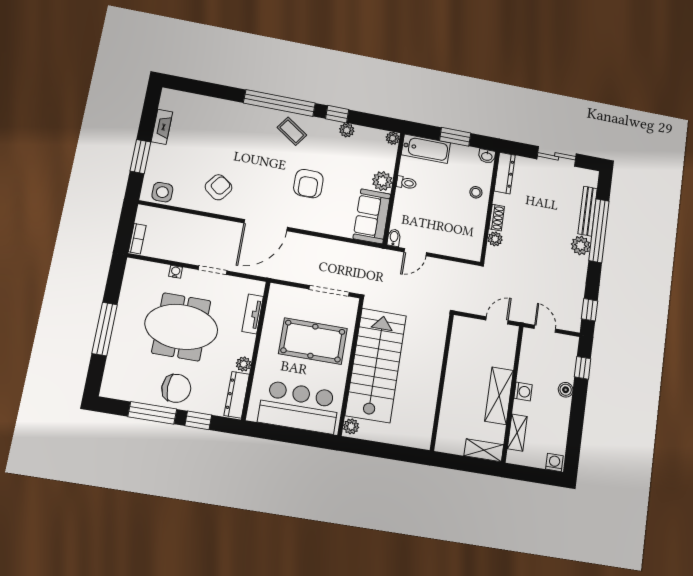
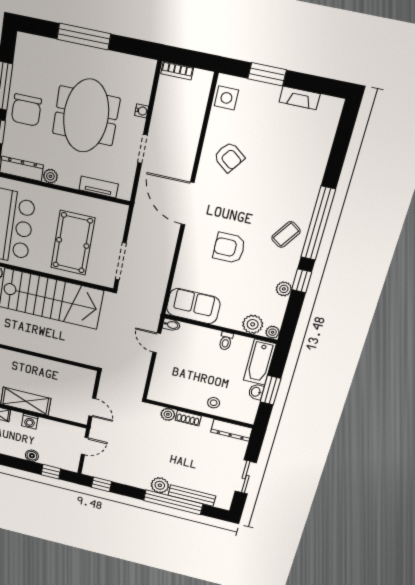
washbasin: (487, 156) -> (256, 392), moved
plant: (382, 181) -> (253, 324), moved

